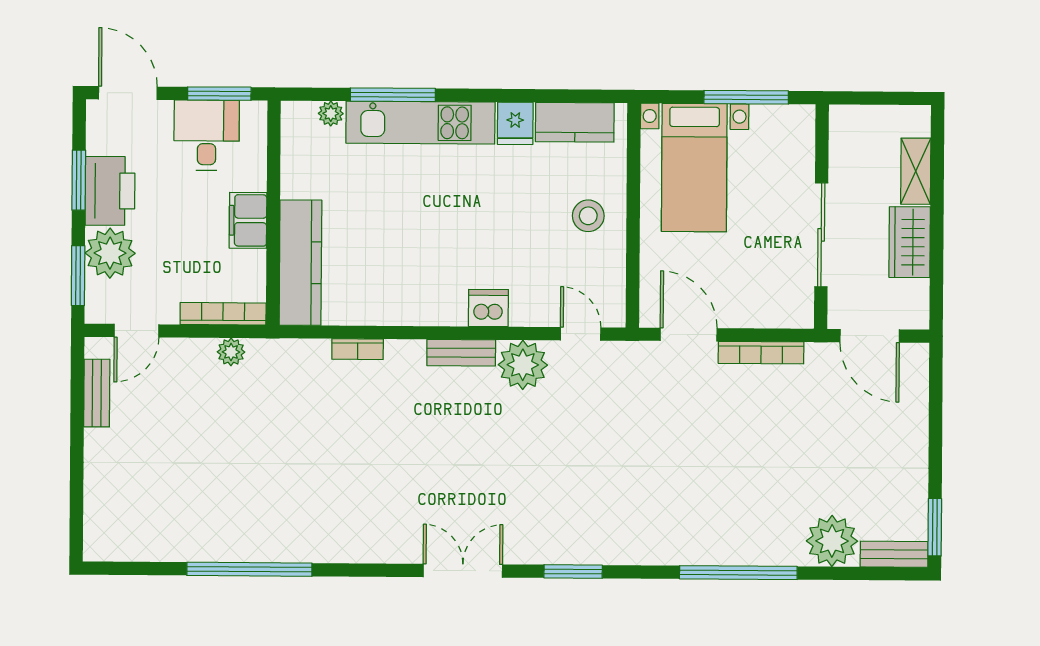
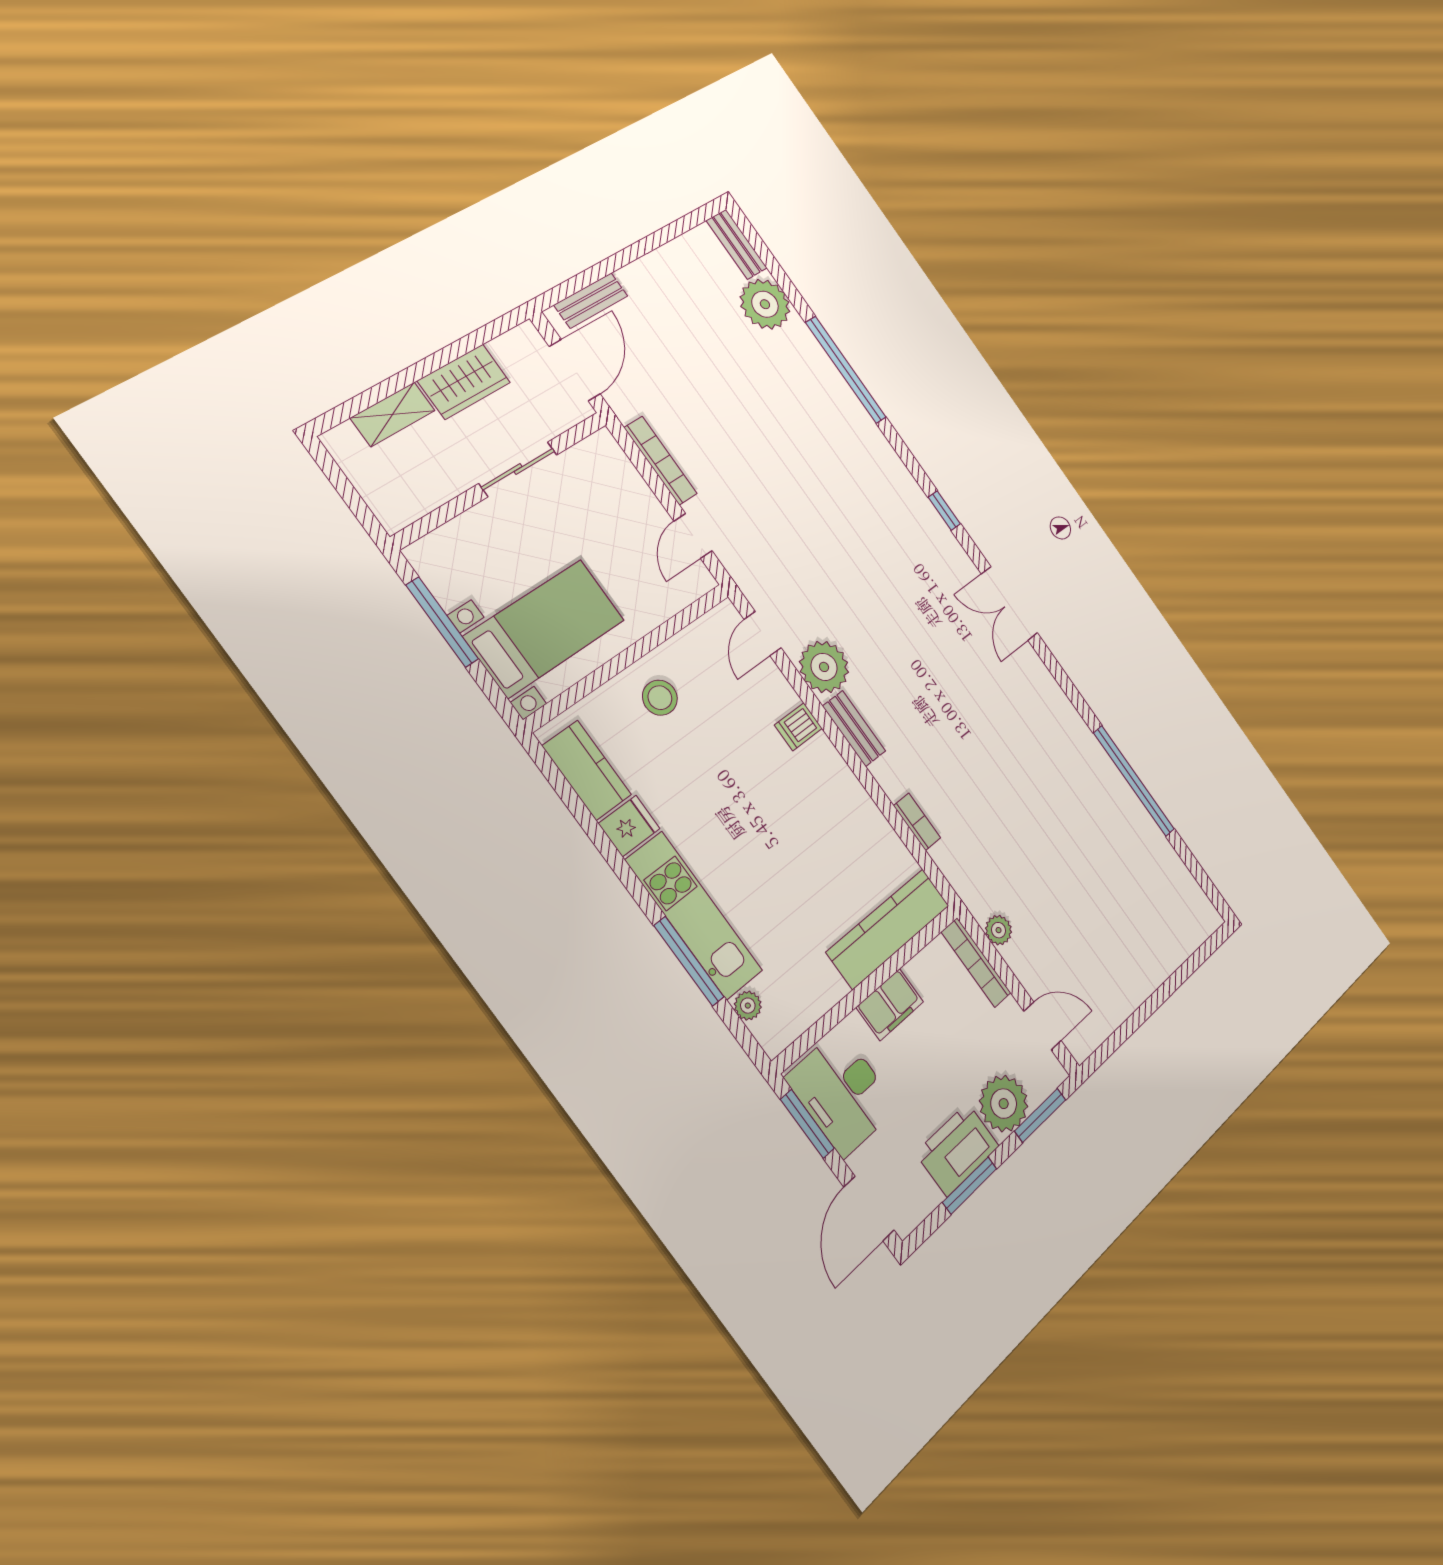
desk: (207, 135) -> (842, 1093), width x1.37
sliding door: (821, 235) -> (518, 469), width x0.73
dishwasher: (488, 308) -> (798, 727), width x0.73
door: (689, 335) -> (693, 536), width x0.73
bench: (97, 393) -> (591, 301), moved
window: (935, 527) -> (691, 221), removed
window: (573, 572) -> (944, 511), width x0.67

